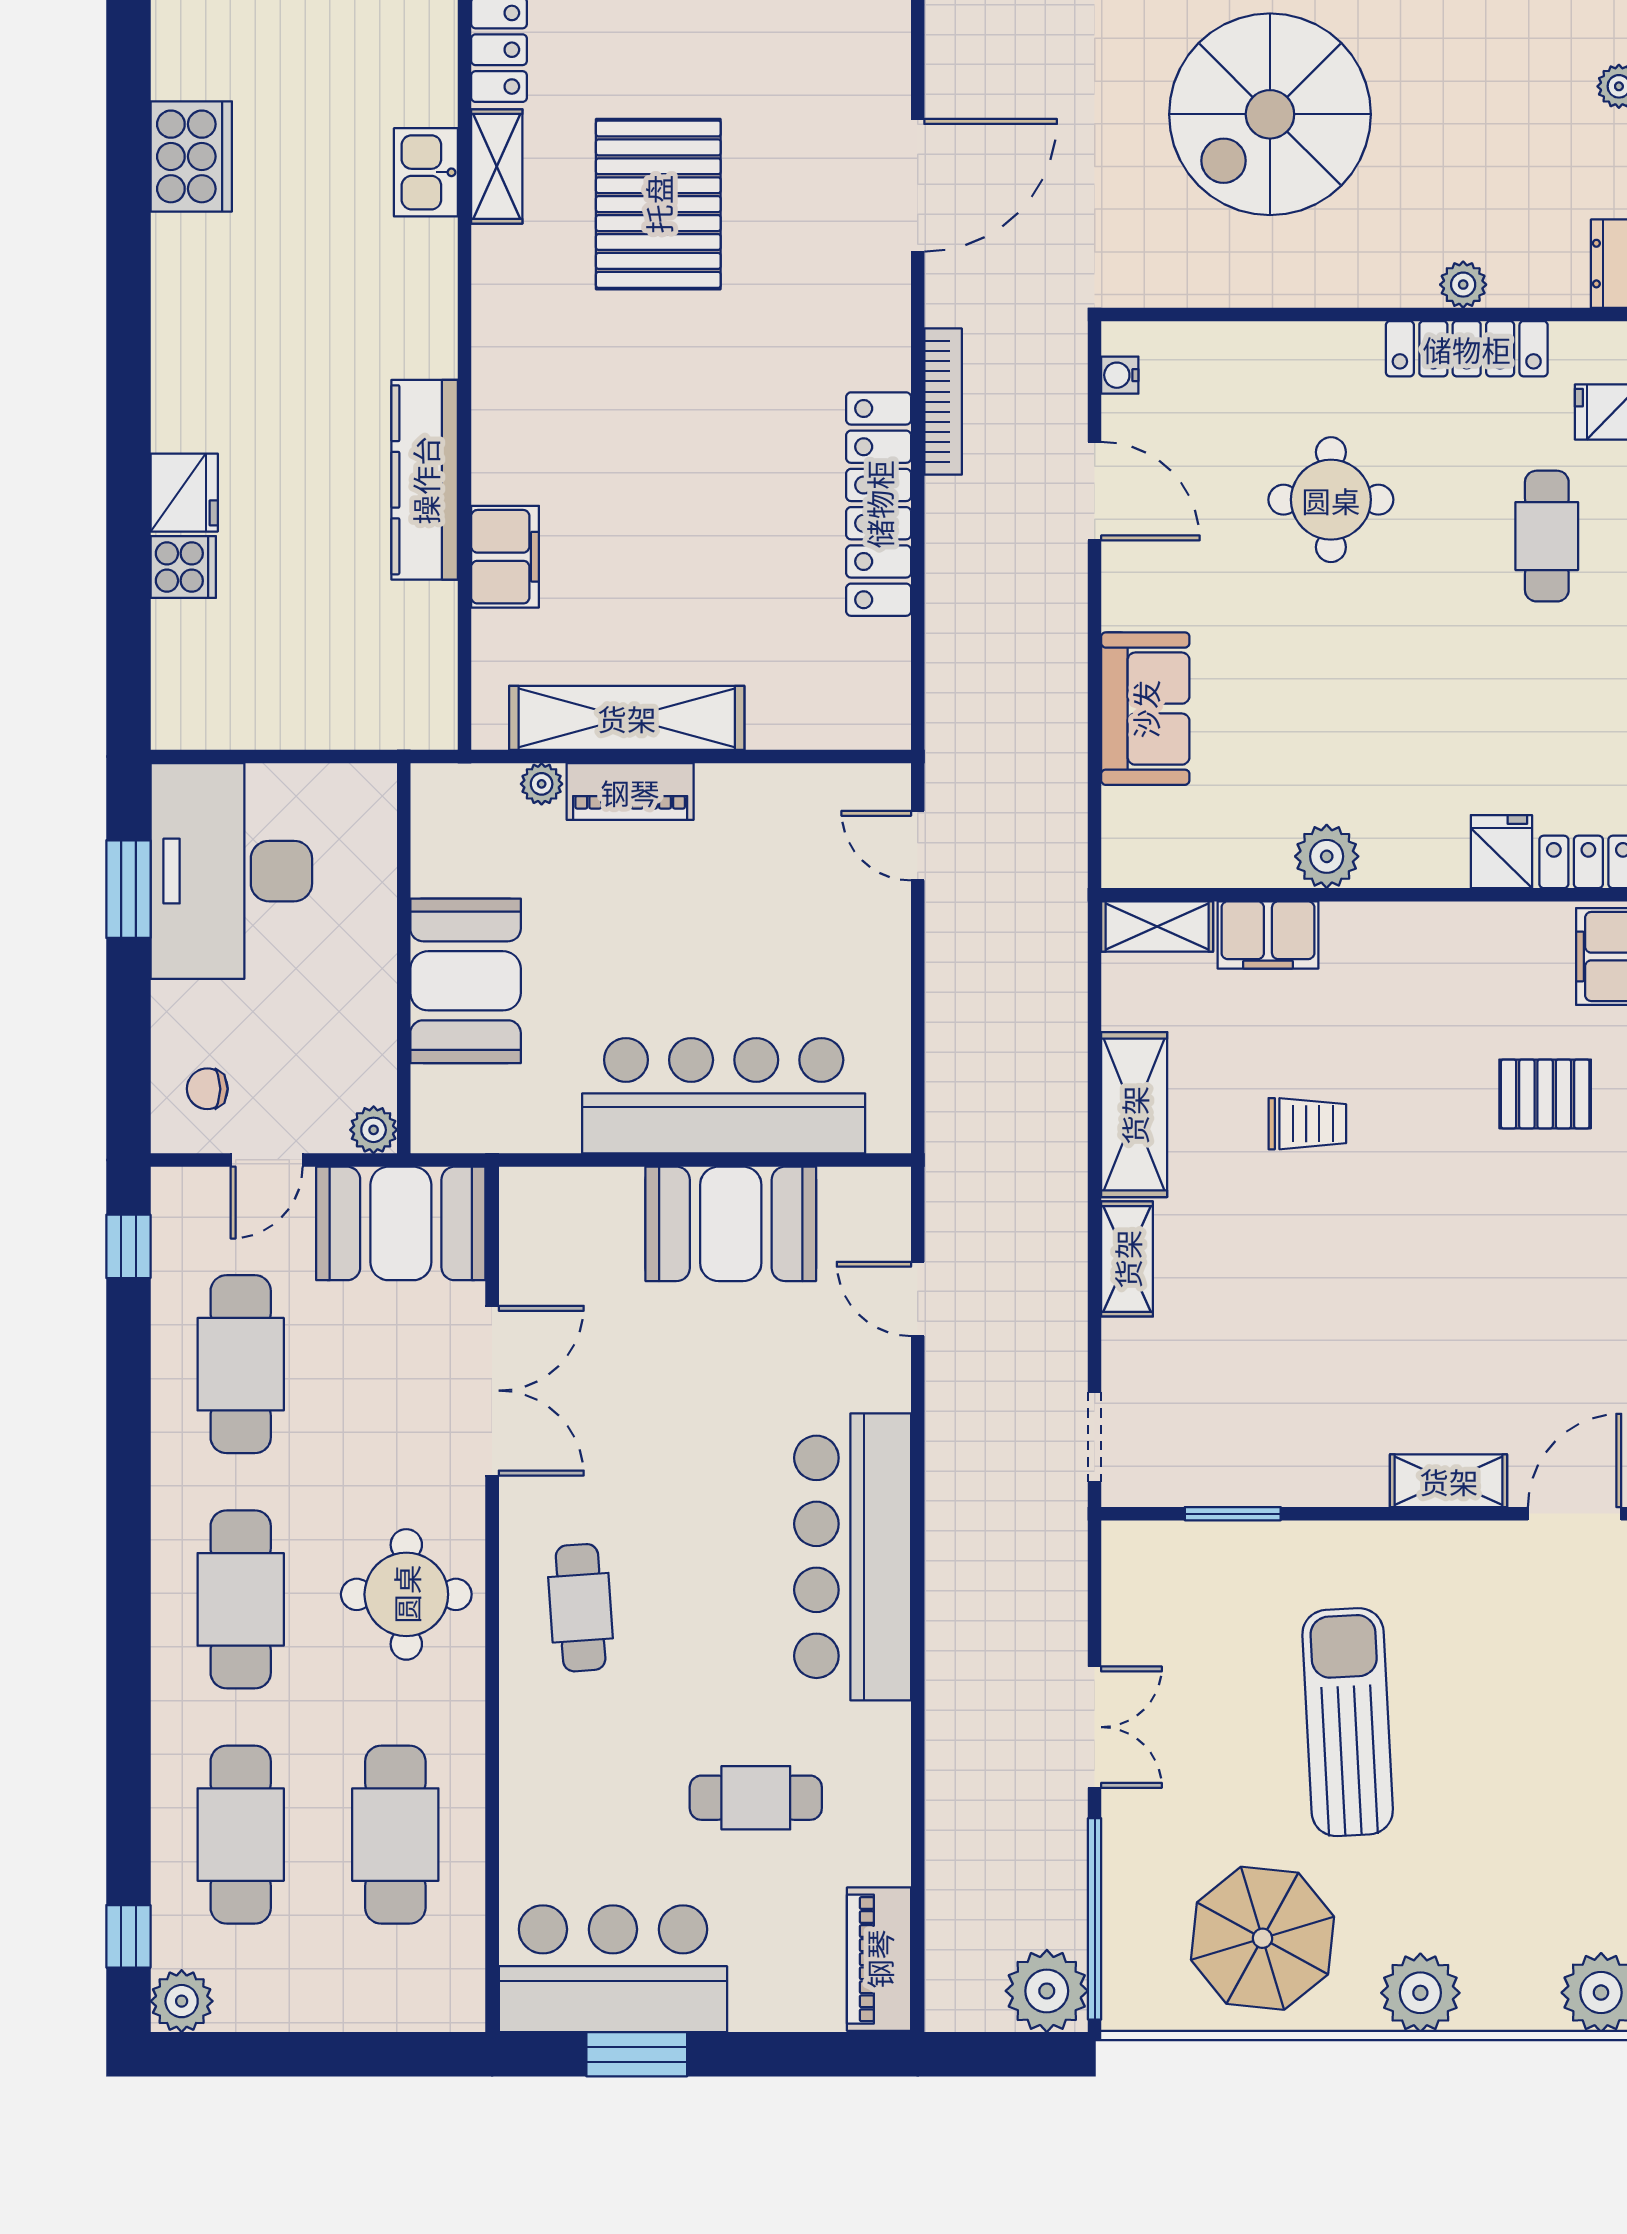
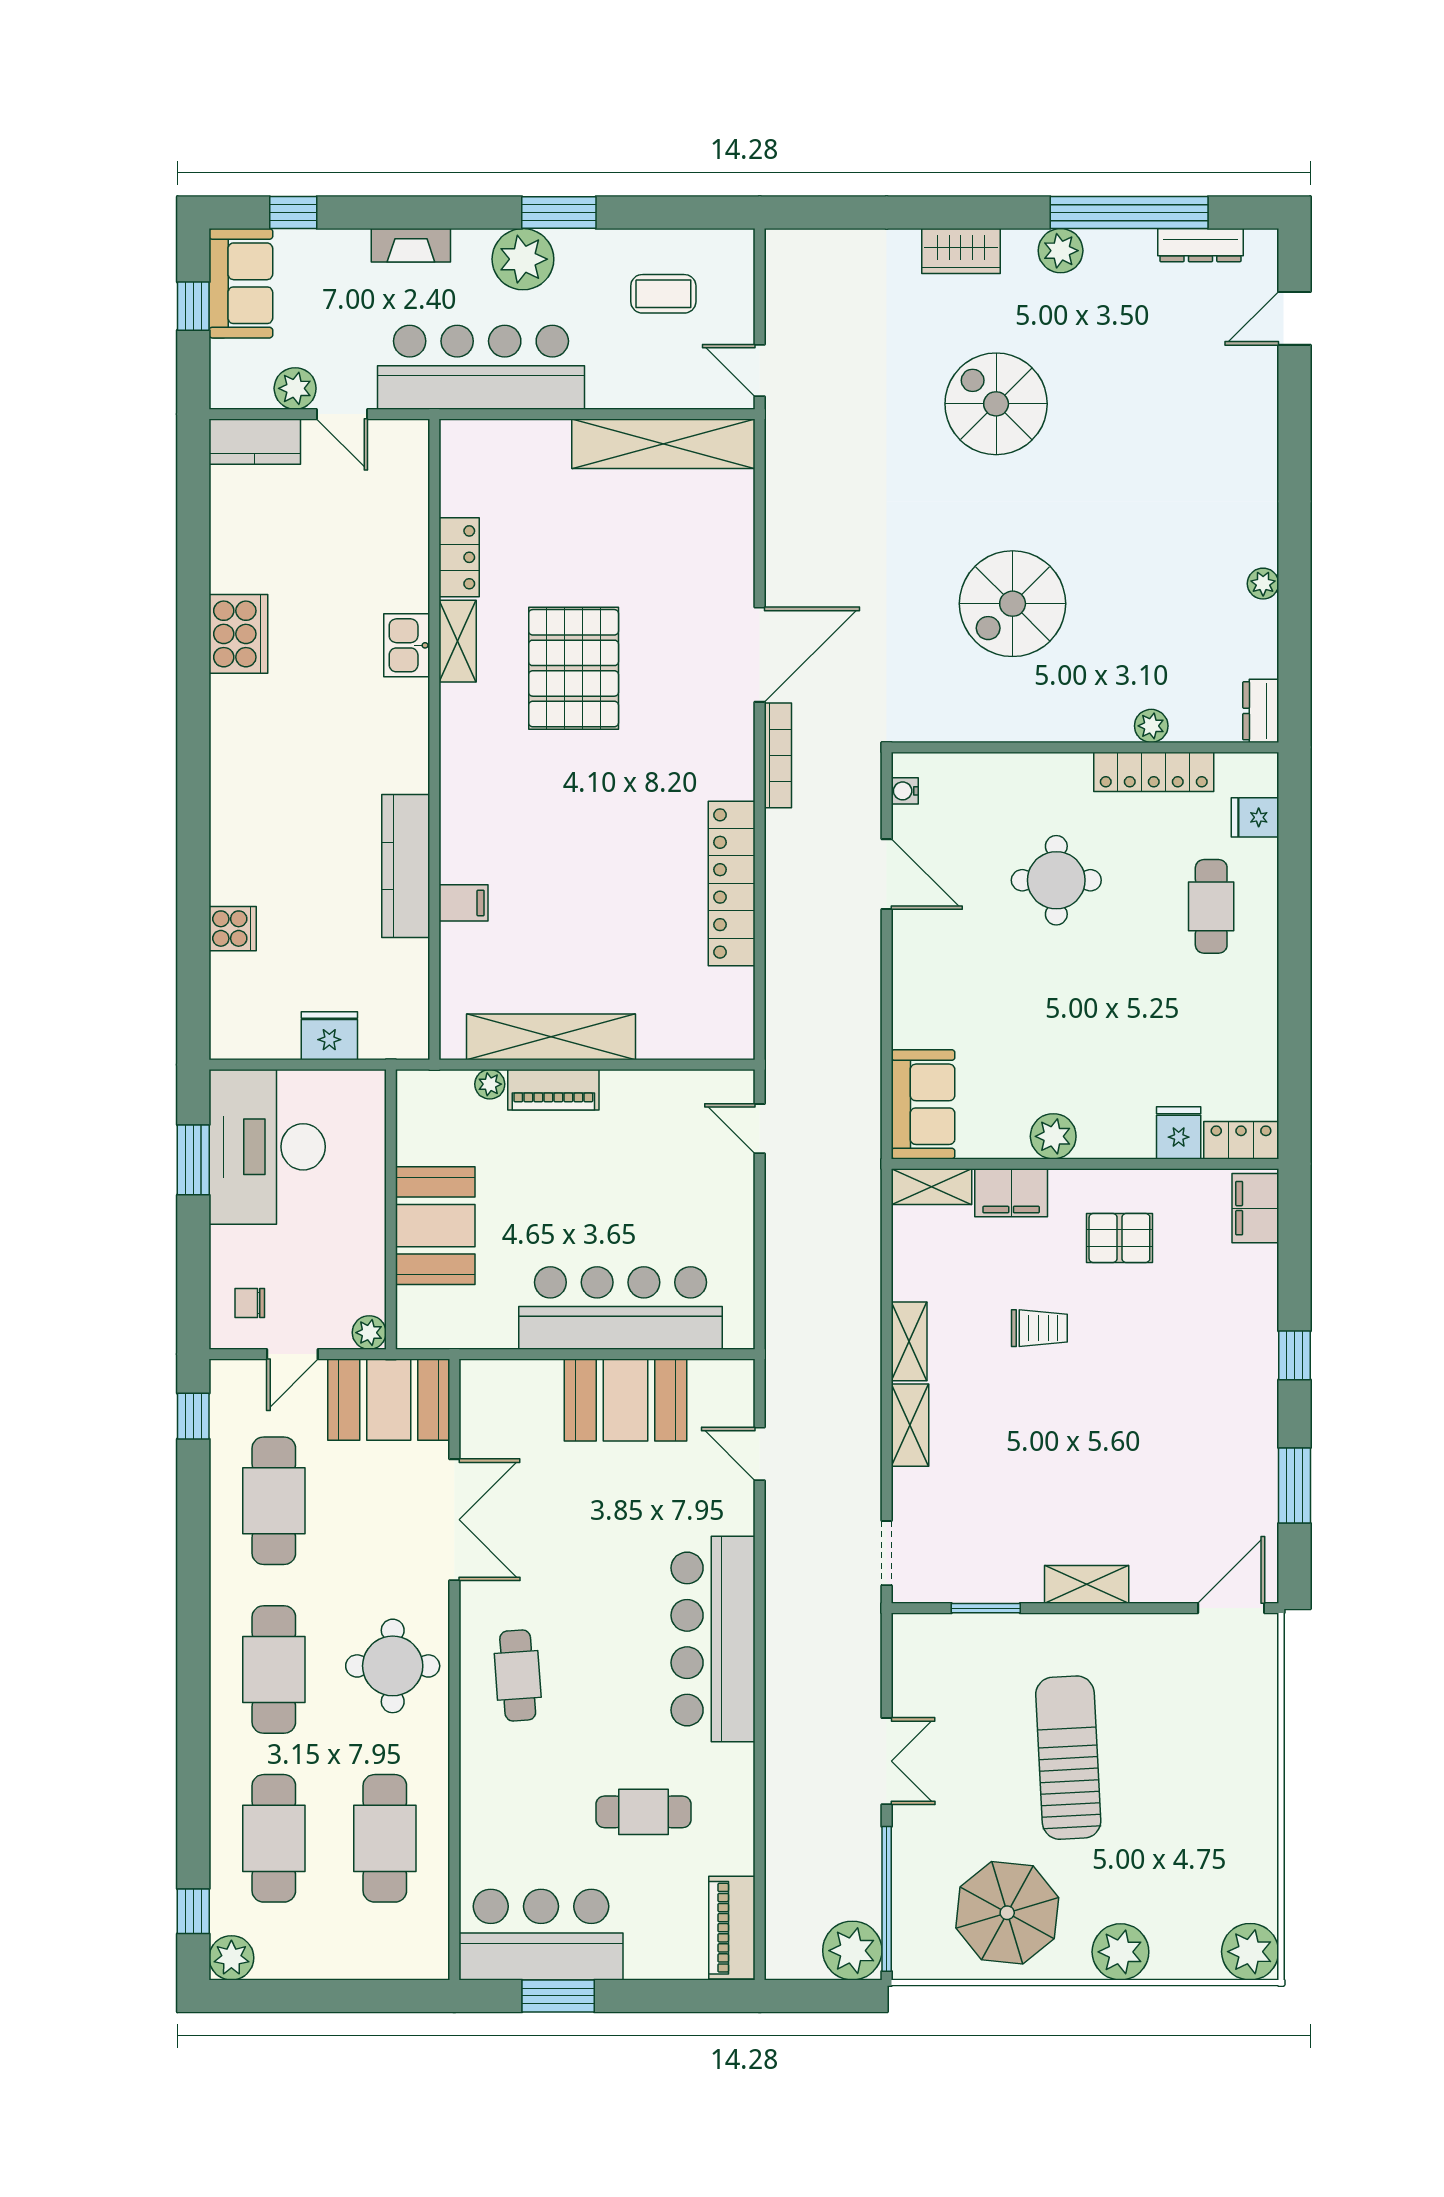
spiral stairs: (1270, 114) -> (1013, 604), width x0.73, depth x0.73
bookcase: (943, 402) -> (778, 755), moved
fridge: (184, 493) -> (329, 1036), moved, turned -90
filing cabinet: (505, 557) -> (464, 903), width x0.50
sofa: (1145, 709) -> (923, 1104), moved
pallet: (1545, 1094) -> (1119, 1238), moved
shelving: (1134, 1115) -> (909, 1341), width x0.67, depth x0.75
shelving: (1449, 1481) -> (1087, 1584), moved

